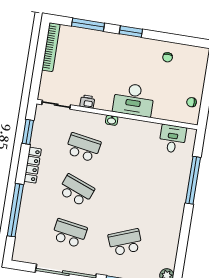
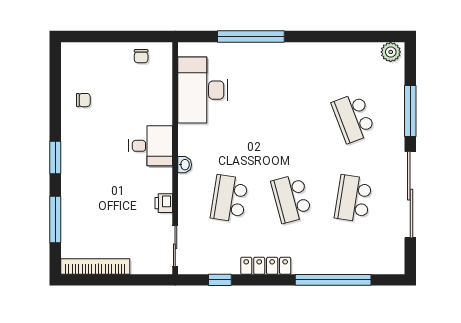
desk: (134, 100) -> (151, 146), width x0.73
window: (28, 132) -> (220, 280), width x0.67
desk: (173, 139) -> (203, 90), width x1.87, depth x1.30
school desk: (76, 190) -> (291, 199), turned -36

